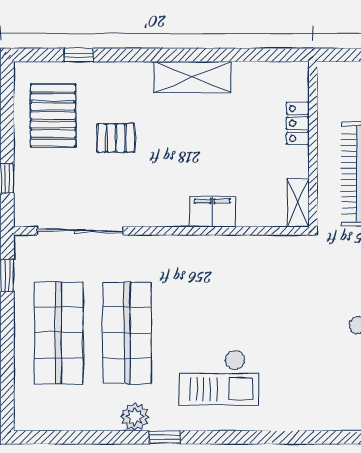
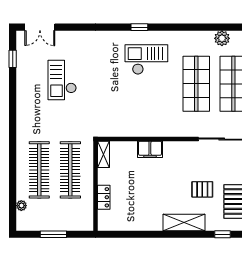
shelving: (192, 77) -> (184, 222), moved
plant: (135, 417) -> (222, 38), moved
window: (165, 437) -> (139, 27), moved

